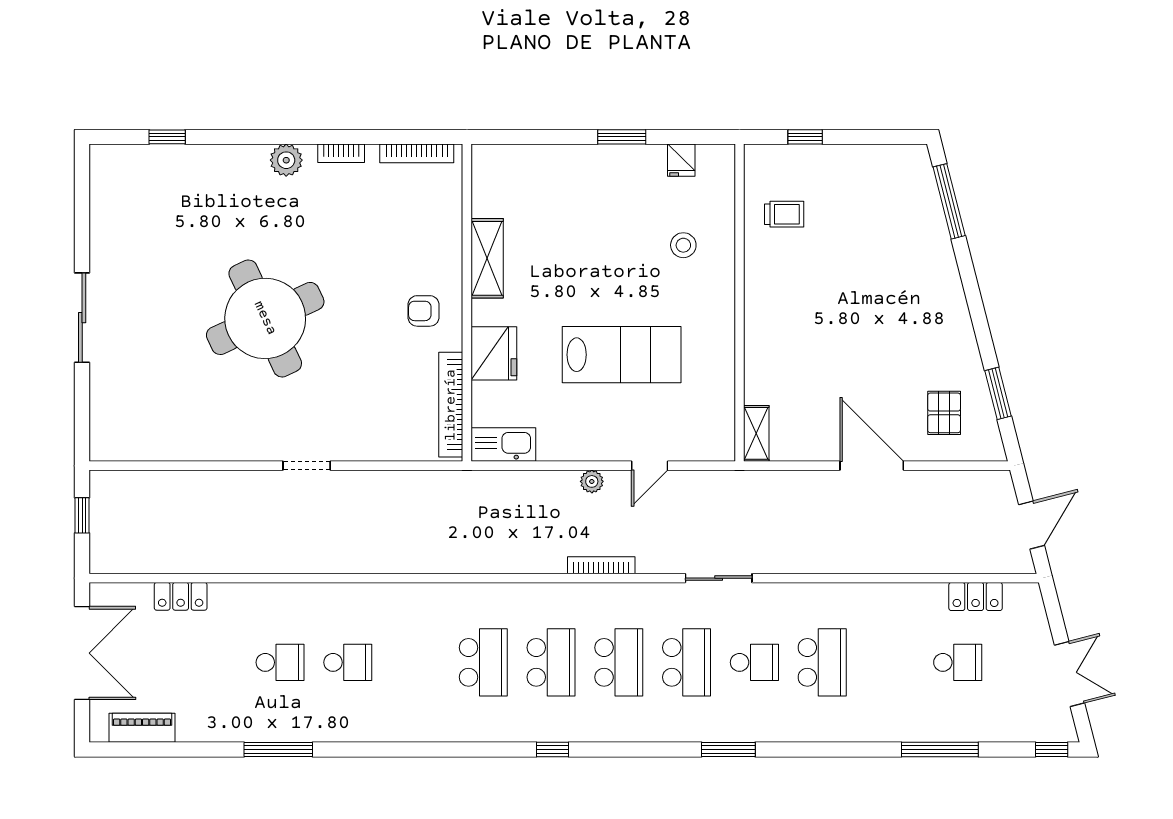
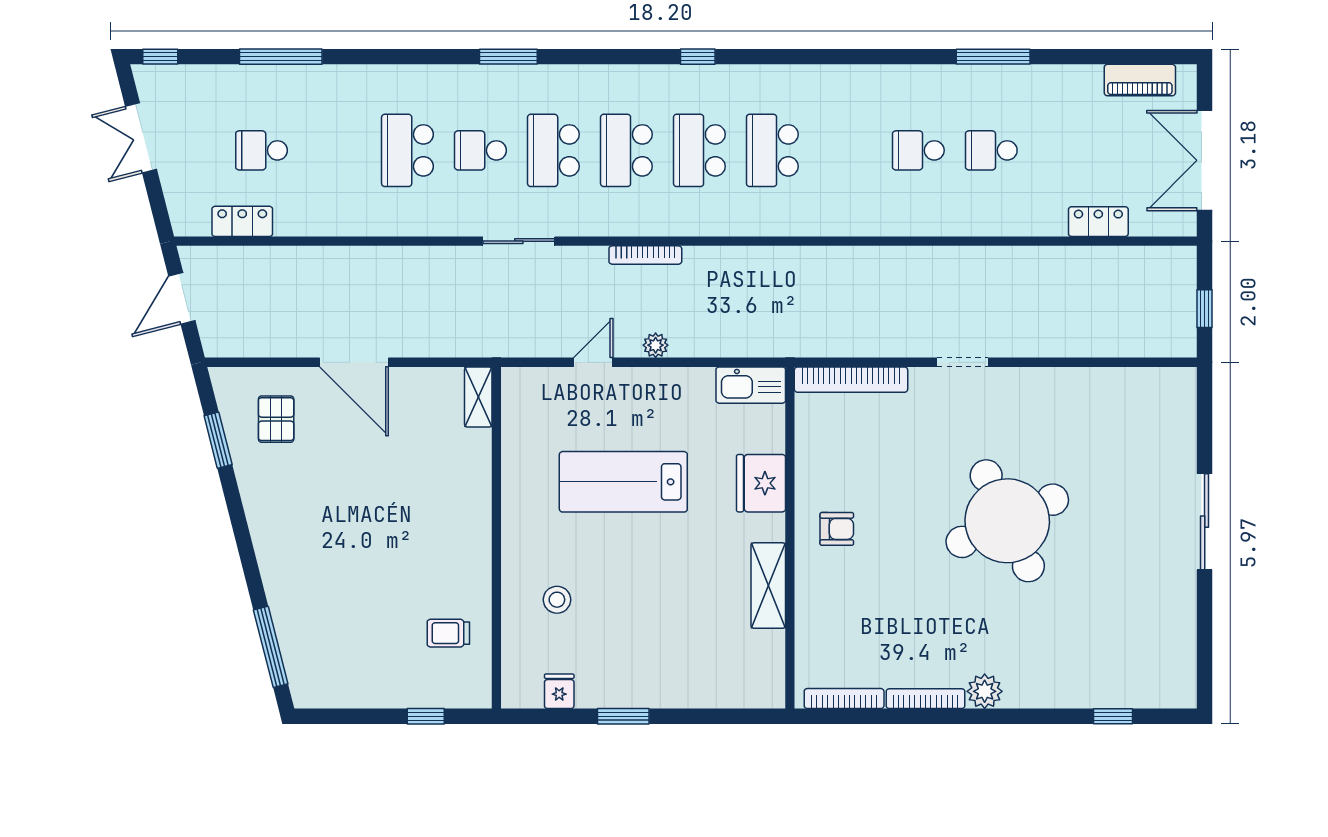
bookcase: (341, 153) -> (926, 699), width x1.56
bookcase: (451, 405) -> (851, 380), moved, turned 90

